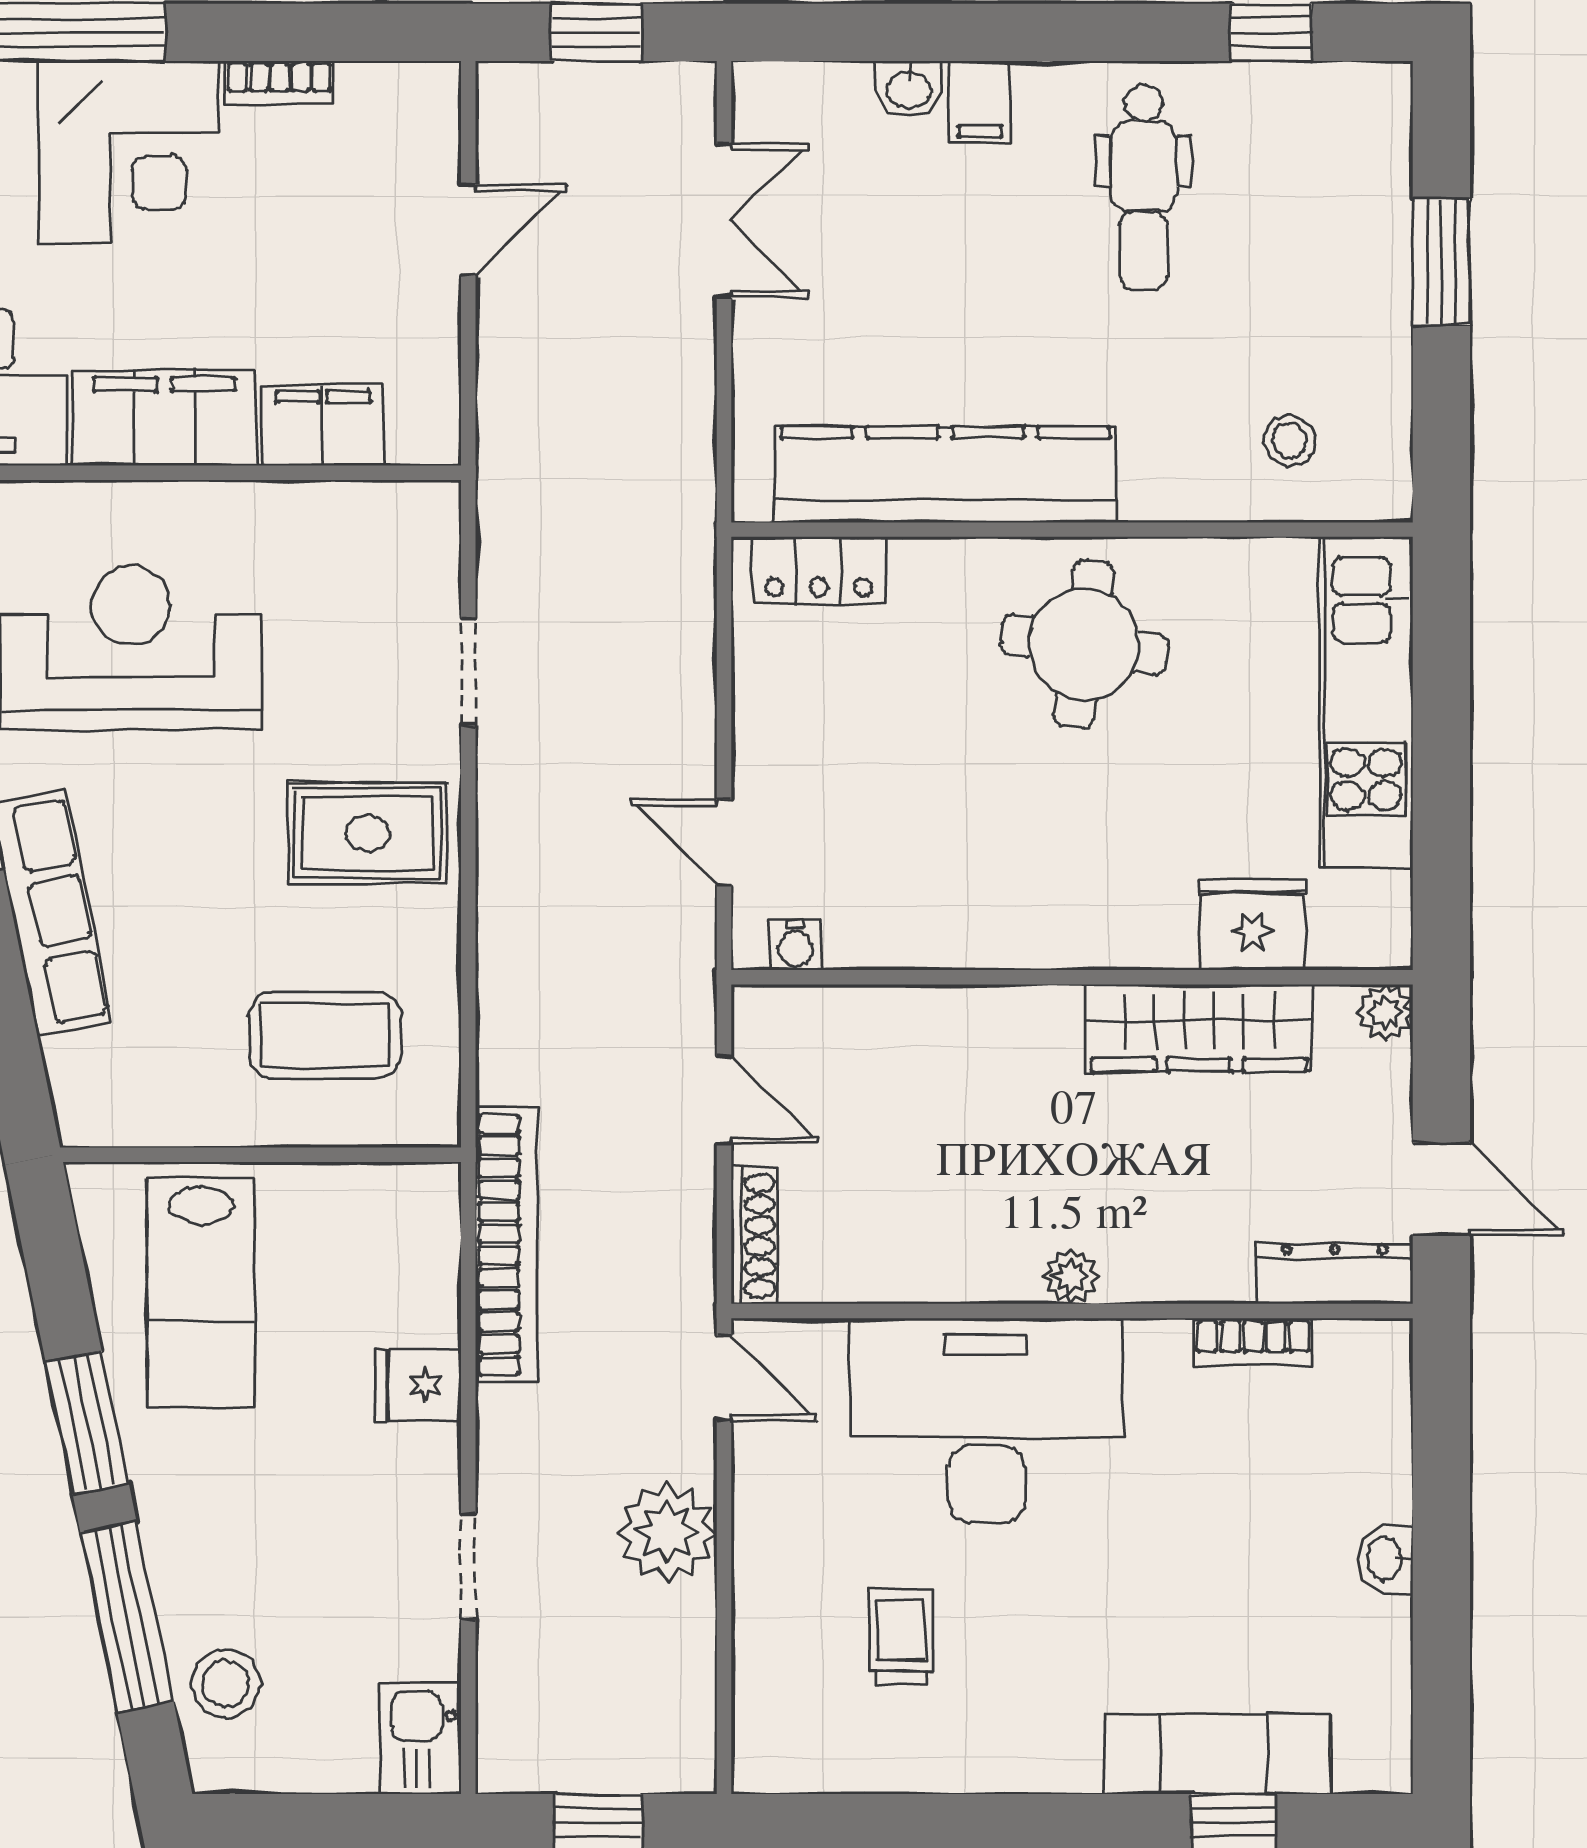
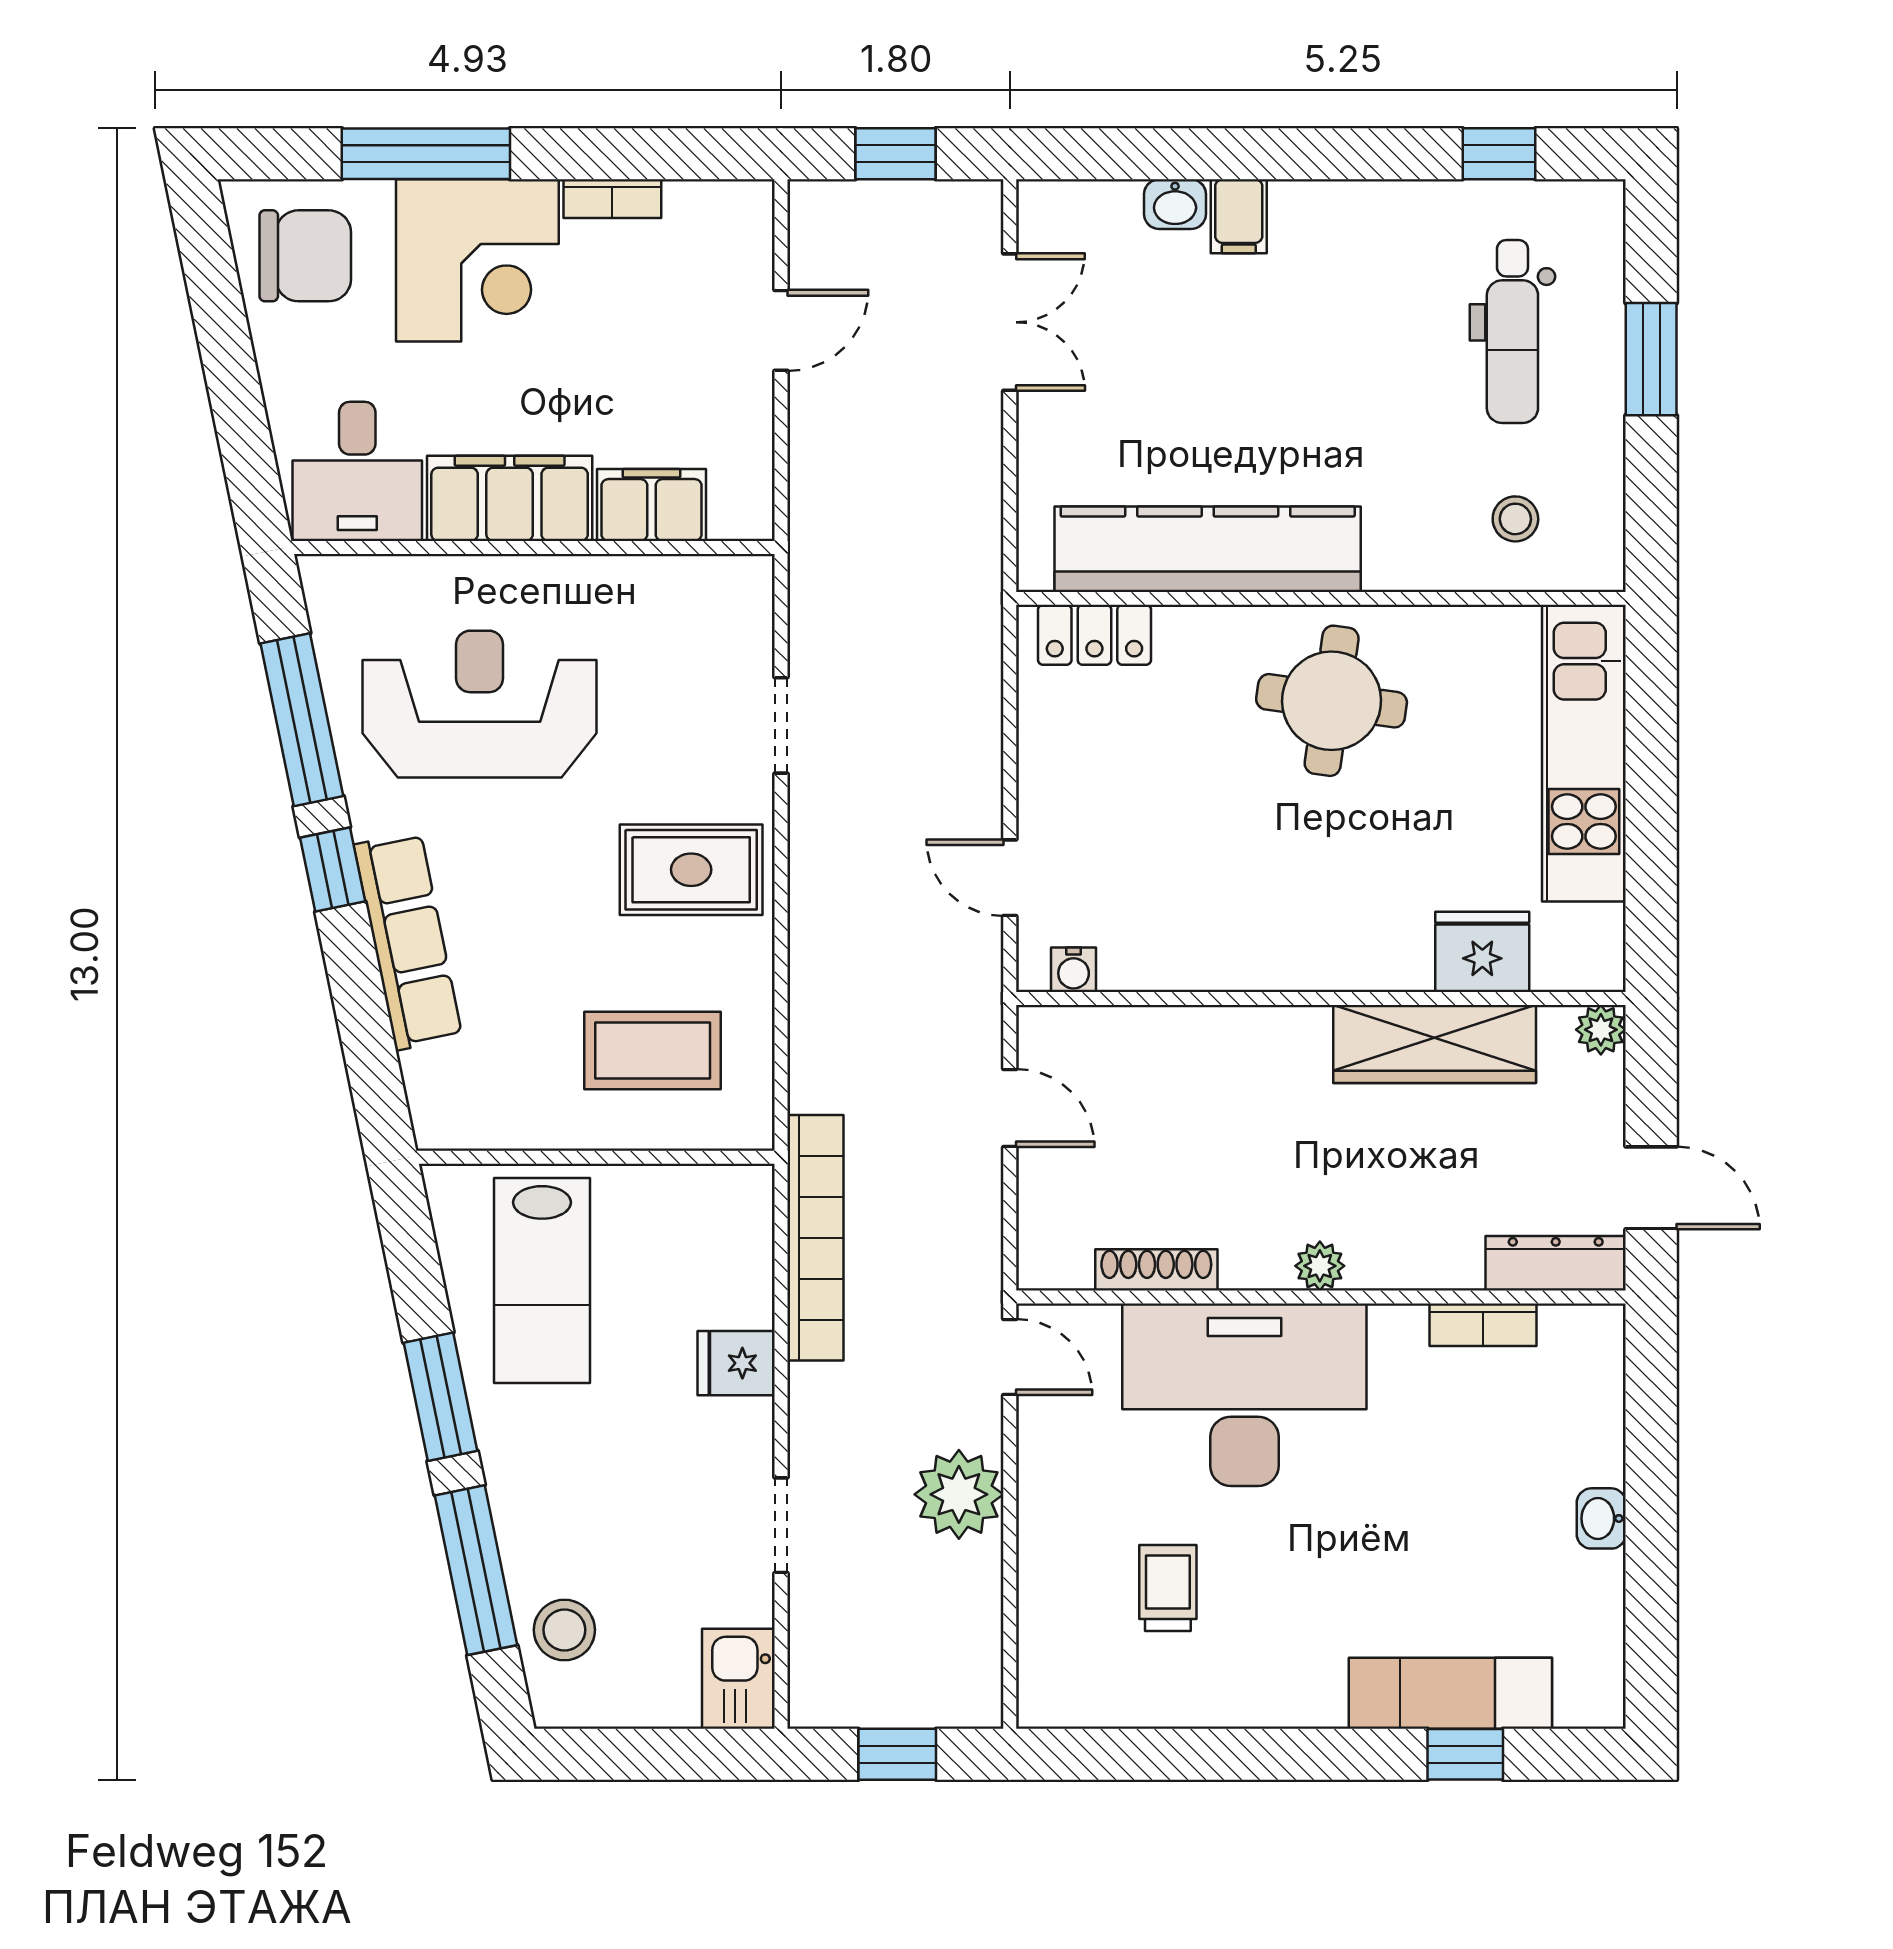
dental chair: (1143, 187) -> (1512, 331), moved
shoe rack: (754, 1236) -> (1156, 1270), moved, turned -90

